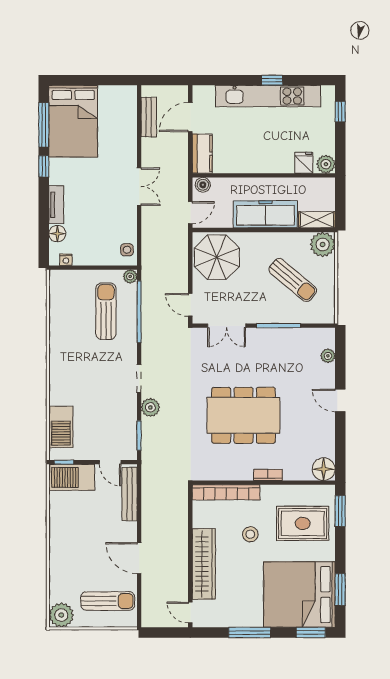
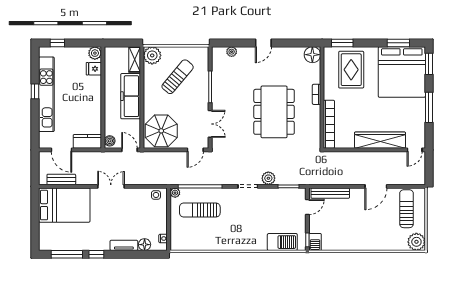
bed: (73, 121) -> (64, 205), moved
barbecue: (72, 477) -> (315, 242), width x0.53, depth x0.65
stool: (250, 534) -> (359, 107), removed

